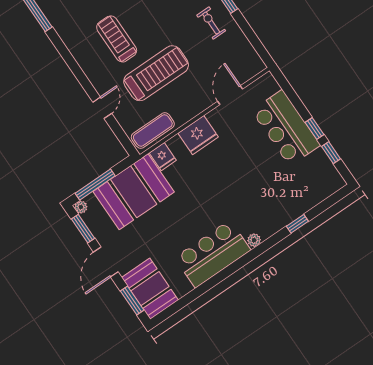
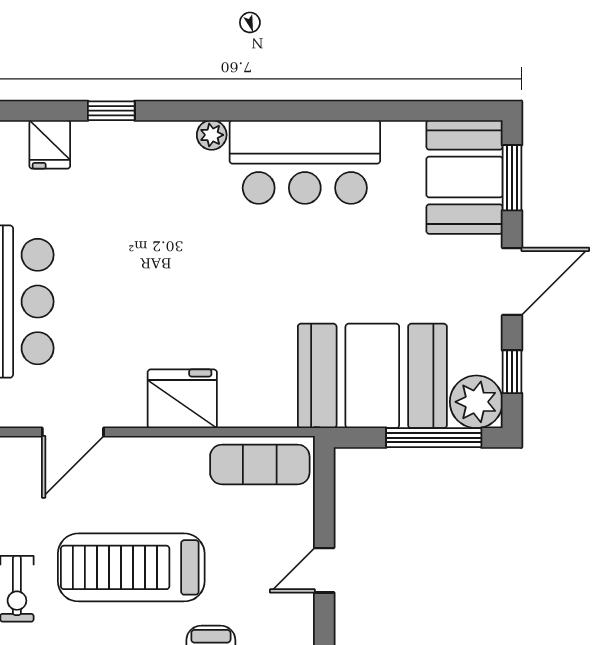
treadmill: (156, 73) -> (131, 567), moved
fridge: (163, 157) -> (50, 144), moved, turned 180
plant: (81, 207) -> (476, 402), width x1.87, depth x1.87
window: (83, 229) -> (512, 372), width x0.67

